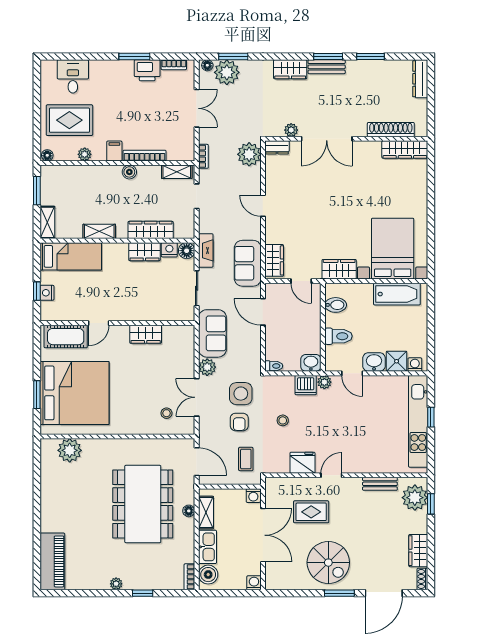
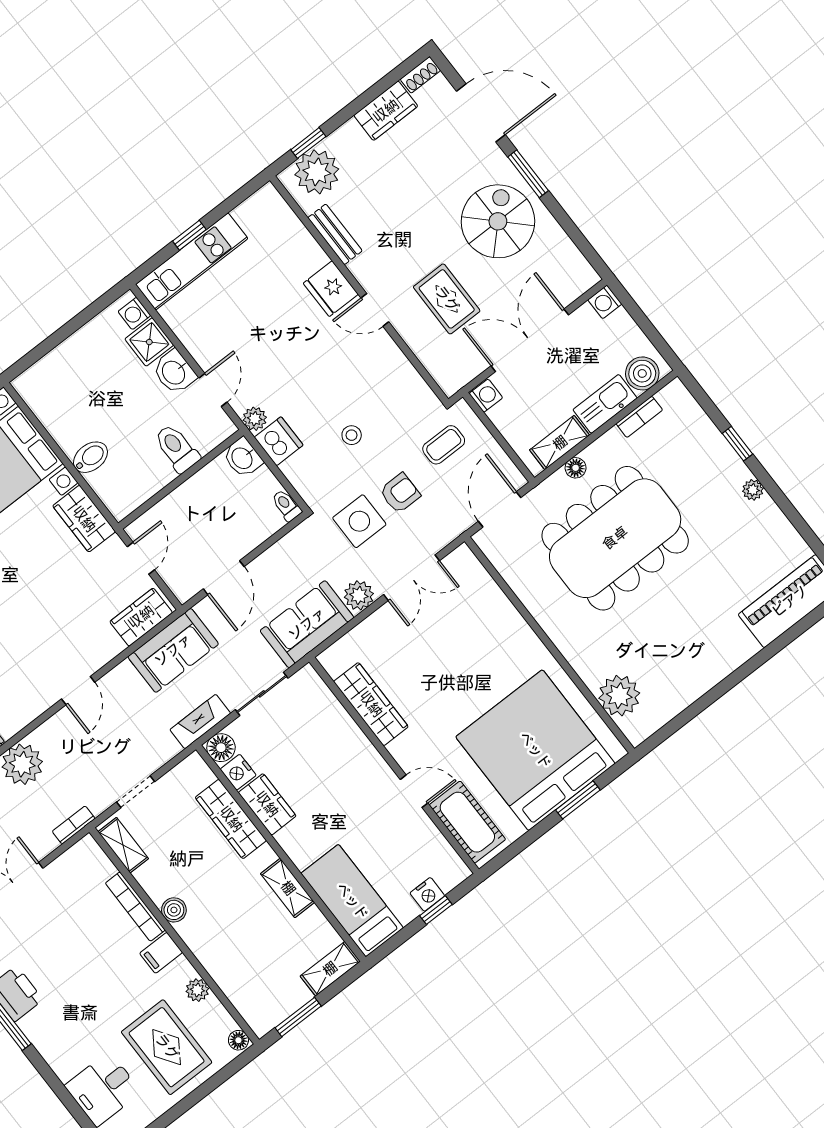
bathtub: (397, 294) -> (57, 413), removed
bidet: (336, 305) -> (90, 457), moved, turned 90
wardrobe: (146, 334) -> (371, 704), width x1.50
stool: (166, 413) -> (465, 602), removed
kitchen unit: (418, 421) -> (192, 261), width x0.73
fridge: (302, 463) -> (331, 289), moved
bookcase: (189, 577) -> (639, 417), moved

